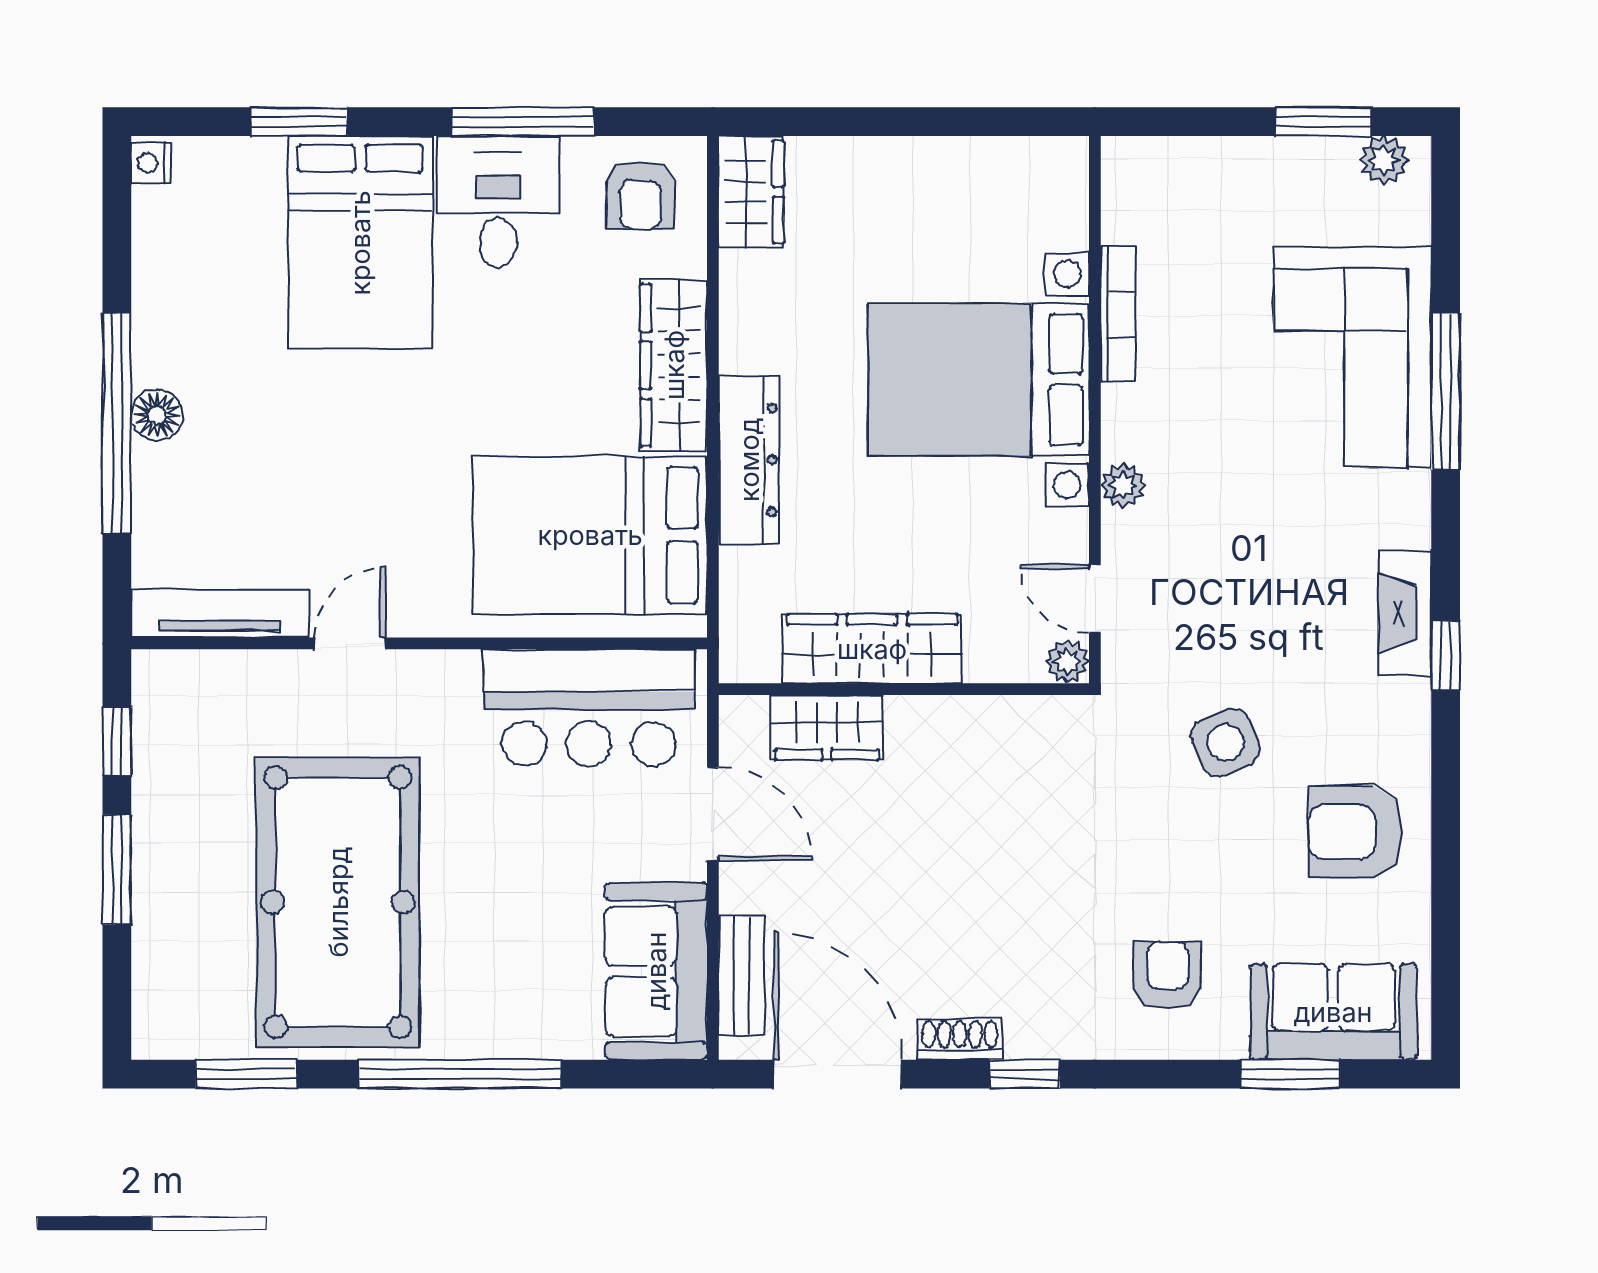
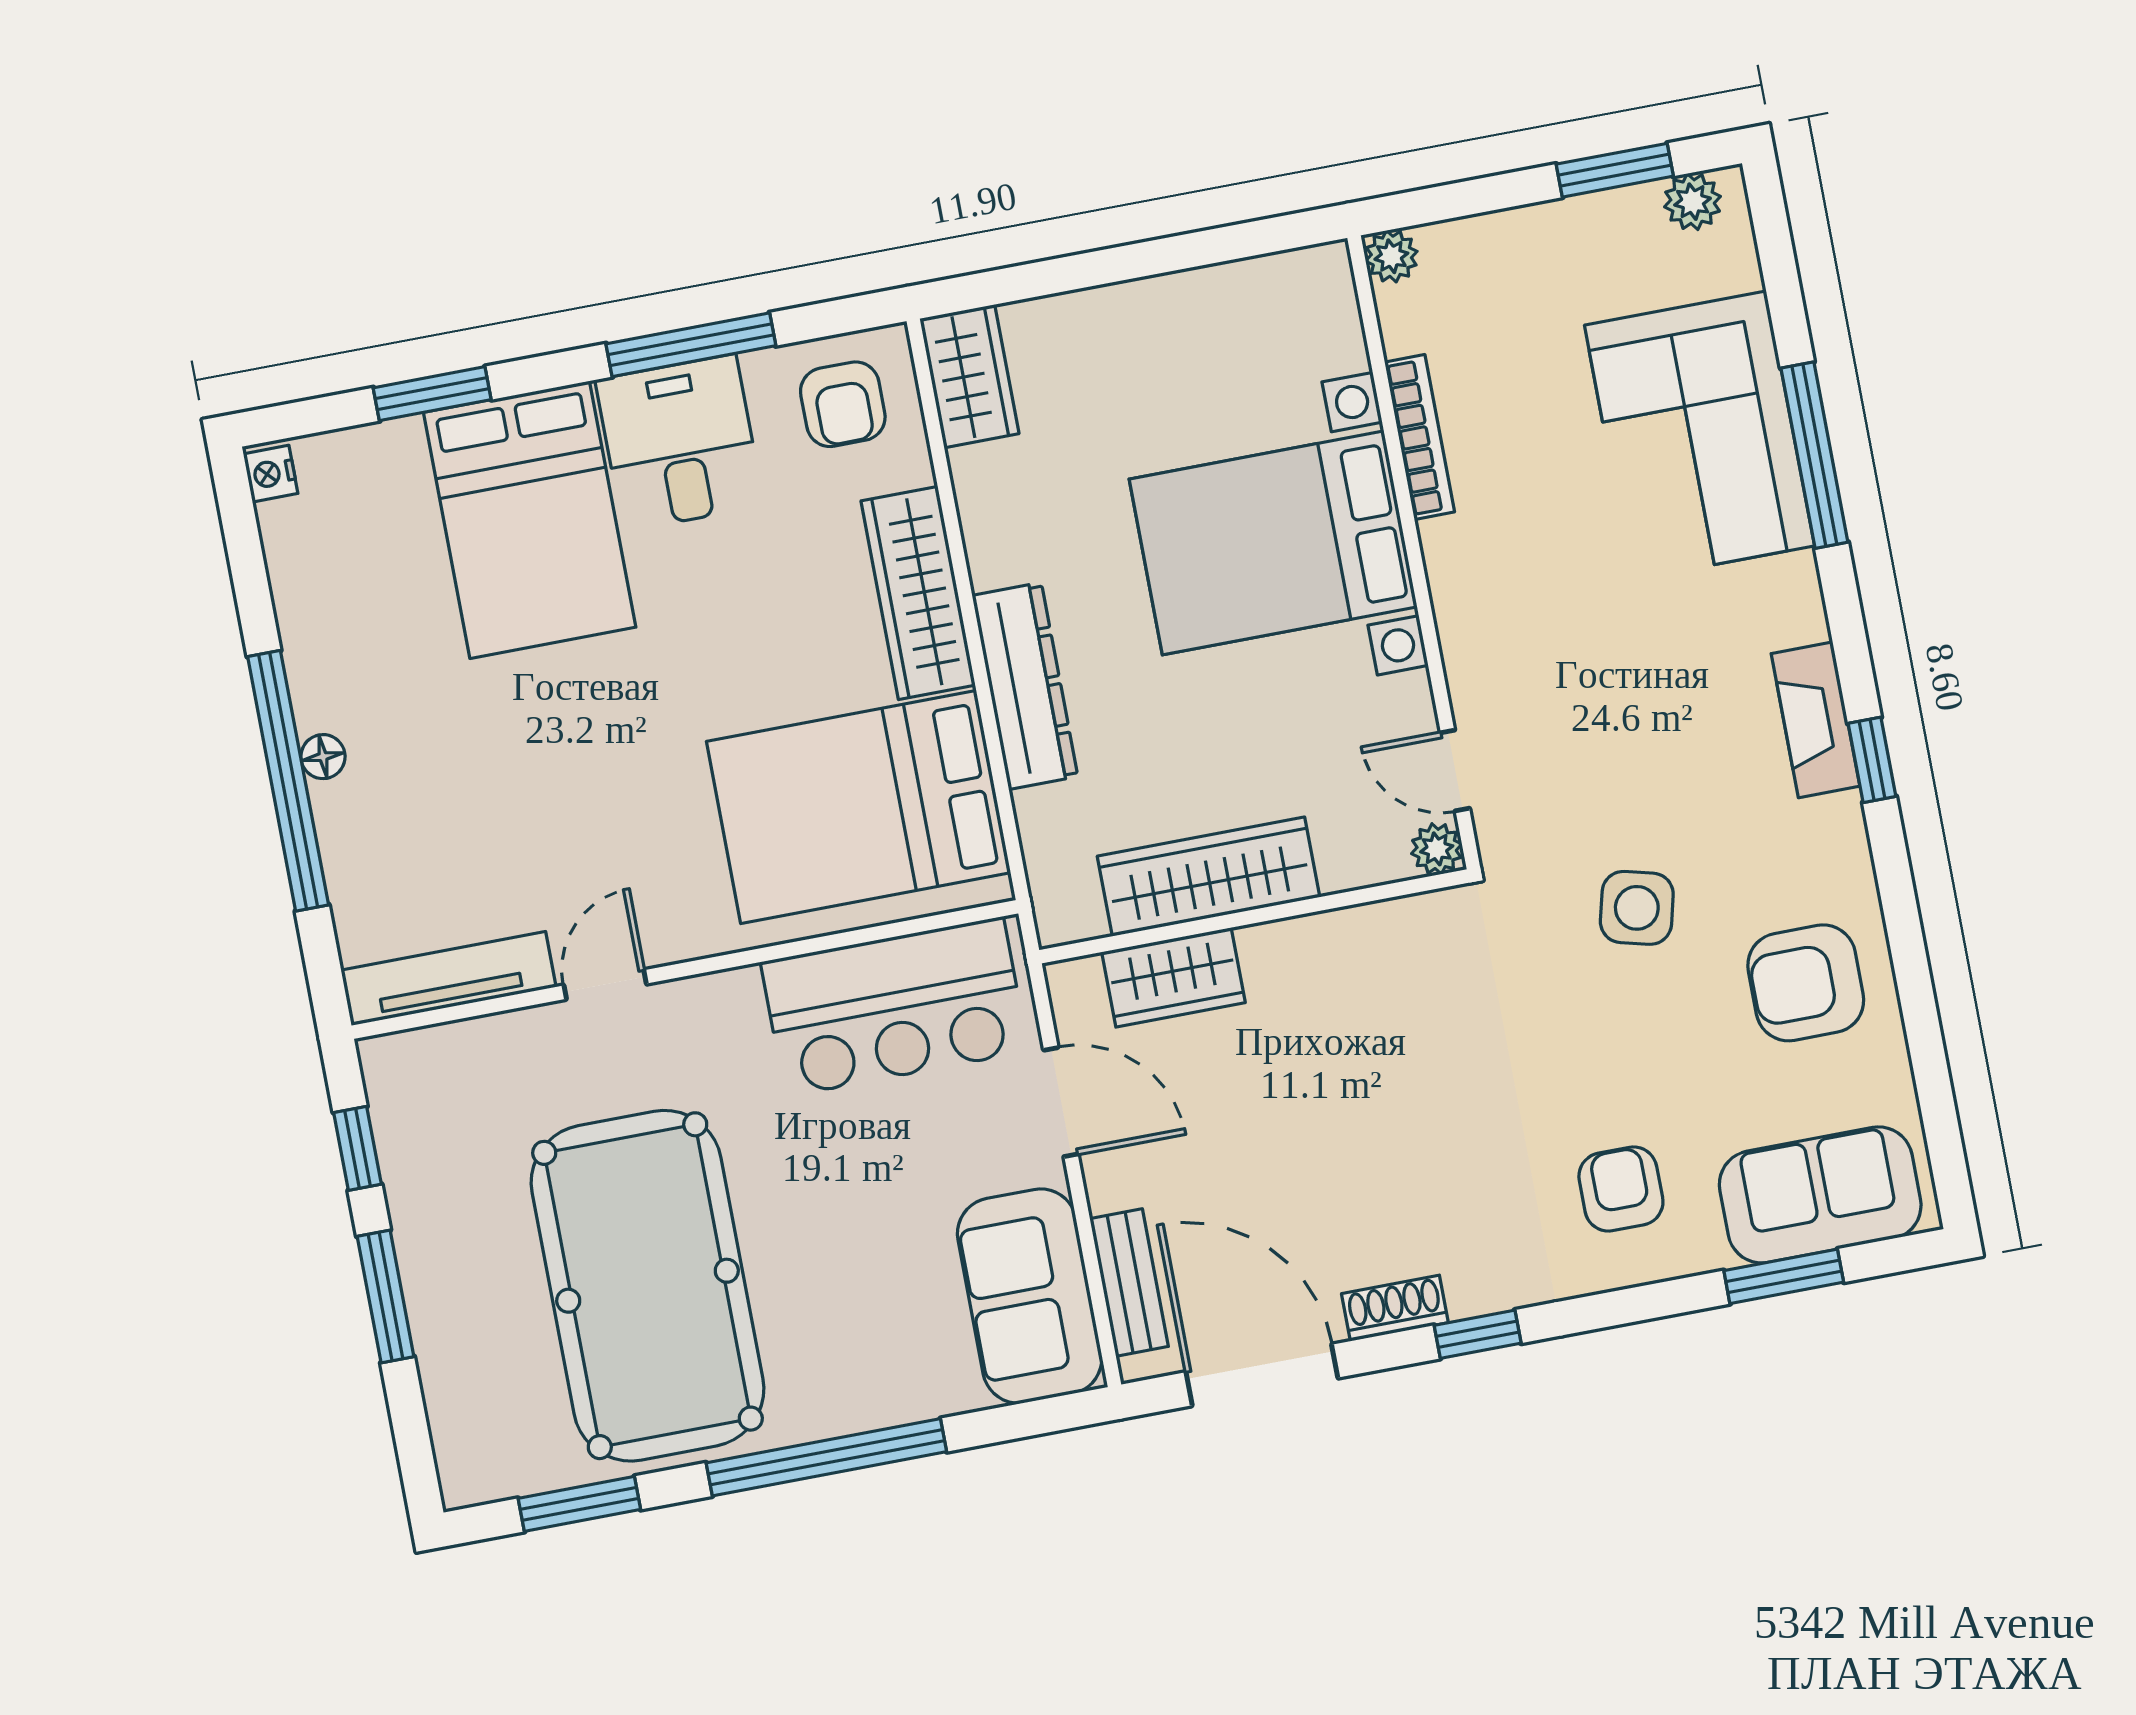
floor lamp: (157, 415) -> (323, 757), width x0.73, depth x0.73
plant: (1123, 486) -> (1391, 256), moved
side table: (1225, 742) -> (1637, 908), turned 36

